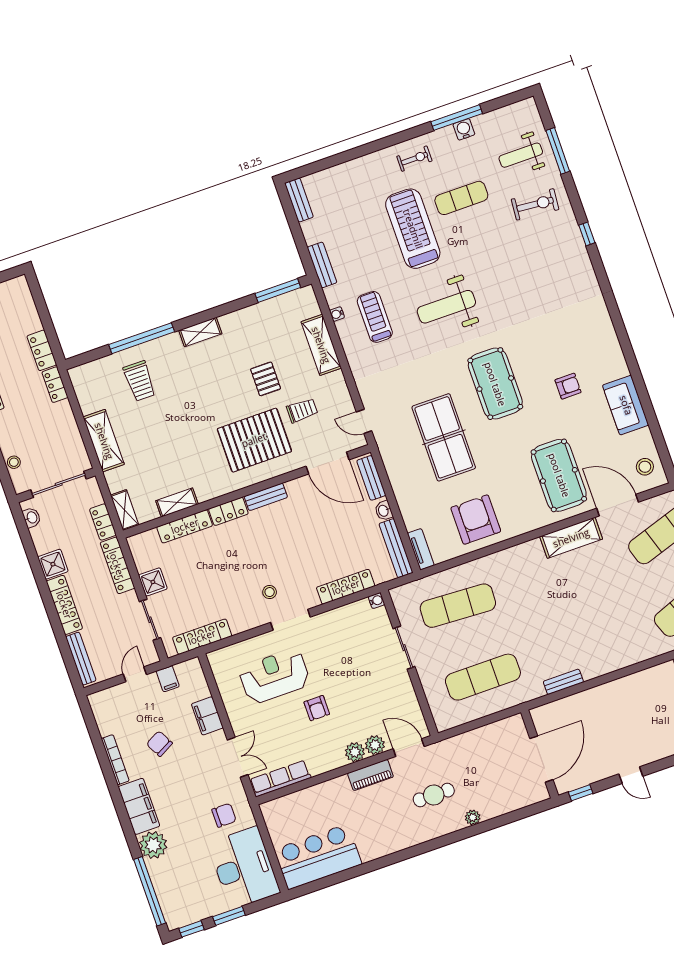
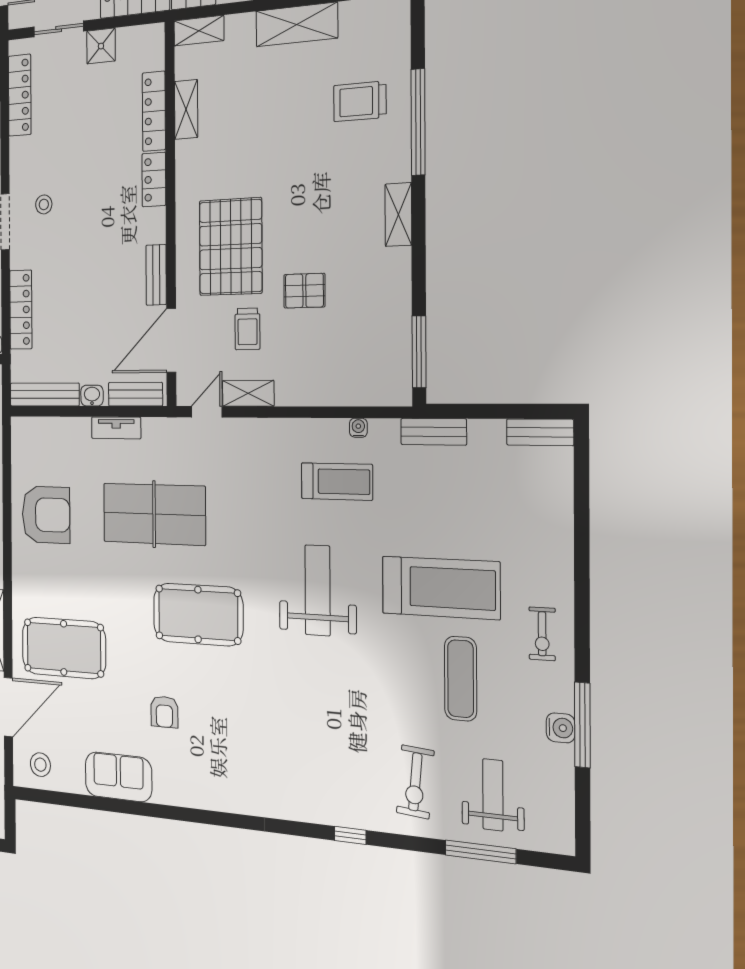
shelving: (321, 345) -> (248, 393), moved, width x0.67, depth x0.75
bench: (266, 497) -> (156, 275), moved
tv unit: (421, 549) -> (116, 428), moved

